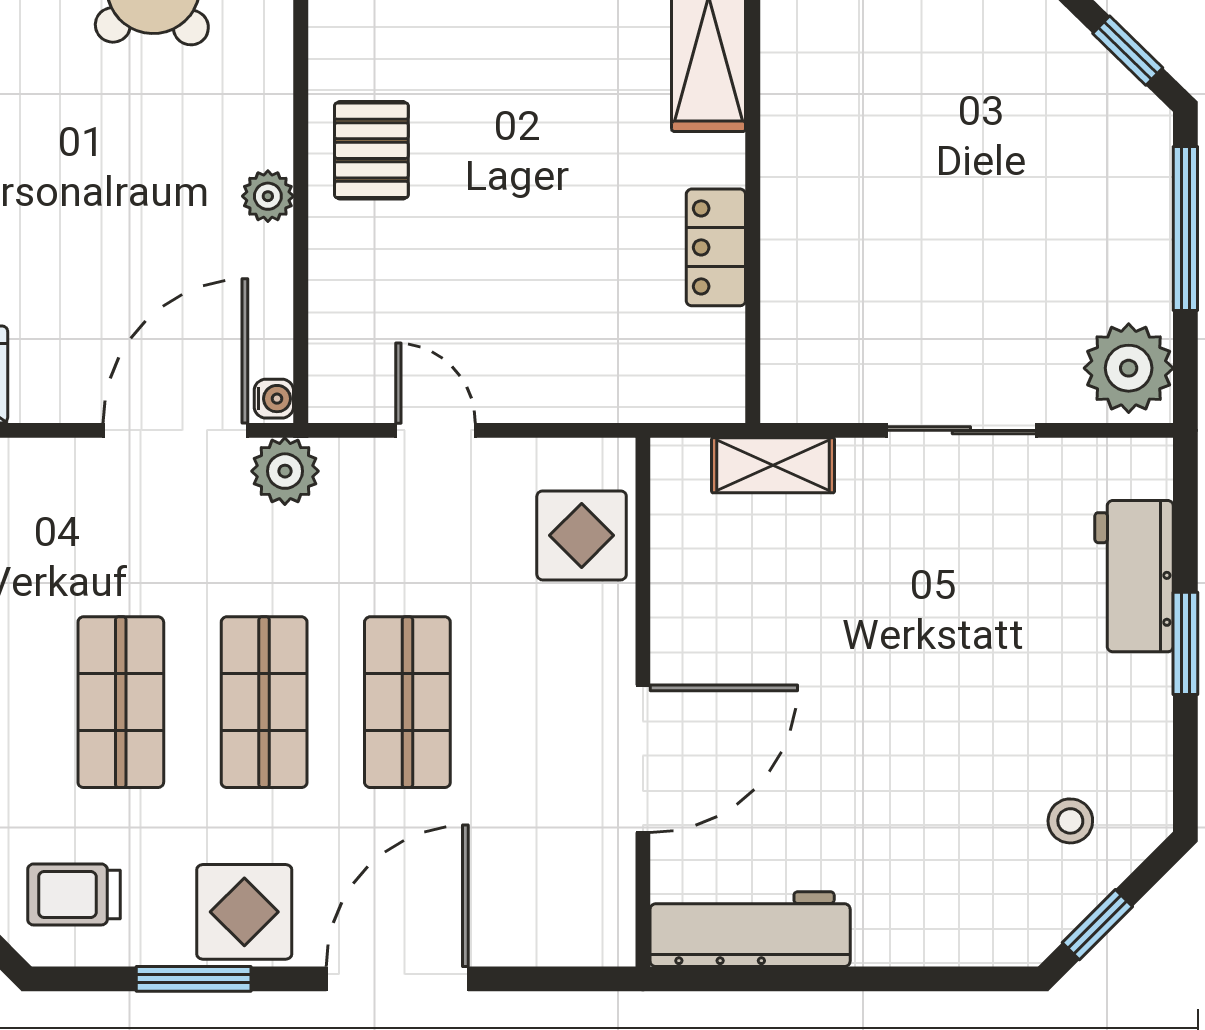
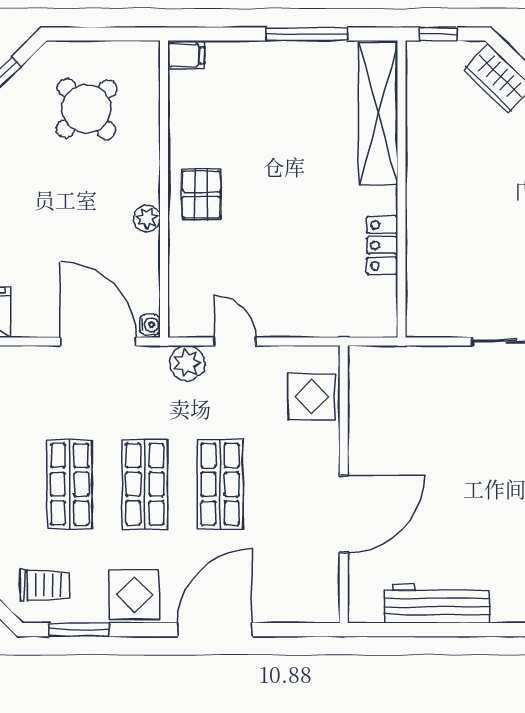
door: (175, 430) -> (98, 341), hinge flipped
shelving: (773, 465) -> (412, 360), removed
plant: (285, 471) -> (187, 363), moved
trolley: (74, 894) -> (45, 585), turned 180
workbench: (750, 929) -> (437, 603), moved
window: (194, 979) -> (79, 630), moved

